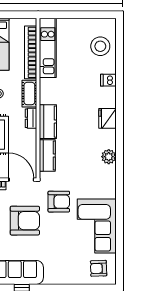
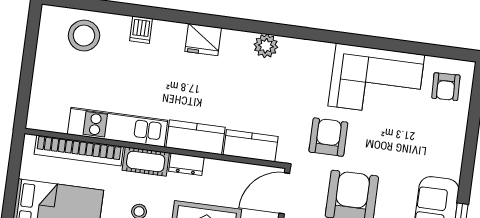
kitchen unit: (48, 48) -> (118, 127), moved

